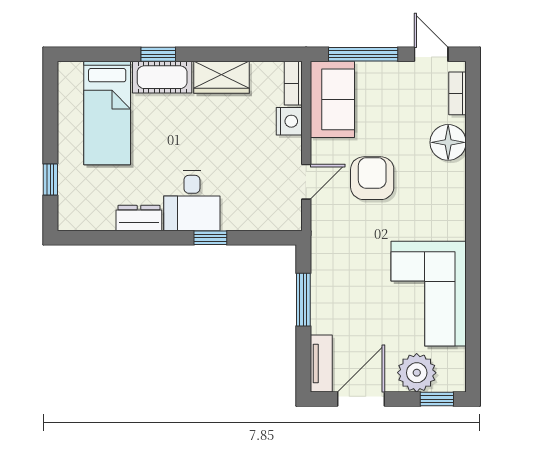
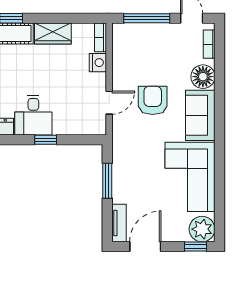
sofa: (332, 99) -> (200, 115), moved, turned 180
plant: (417, 373) -> (202, 229), moved

